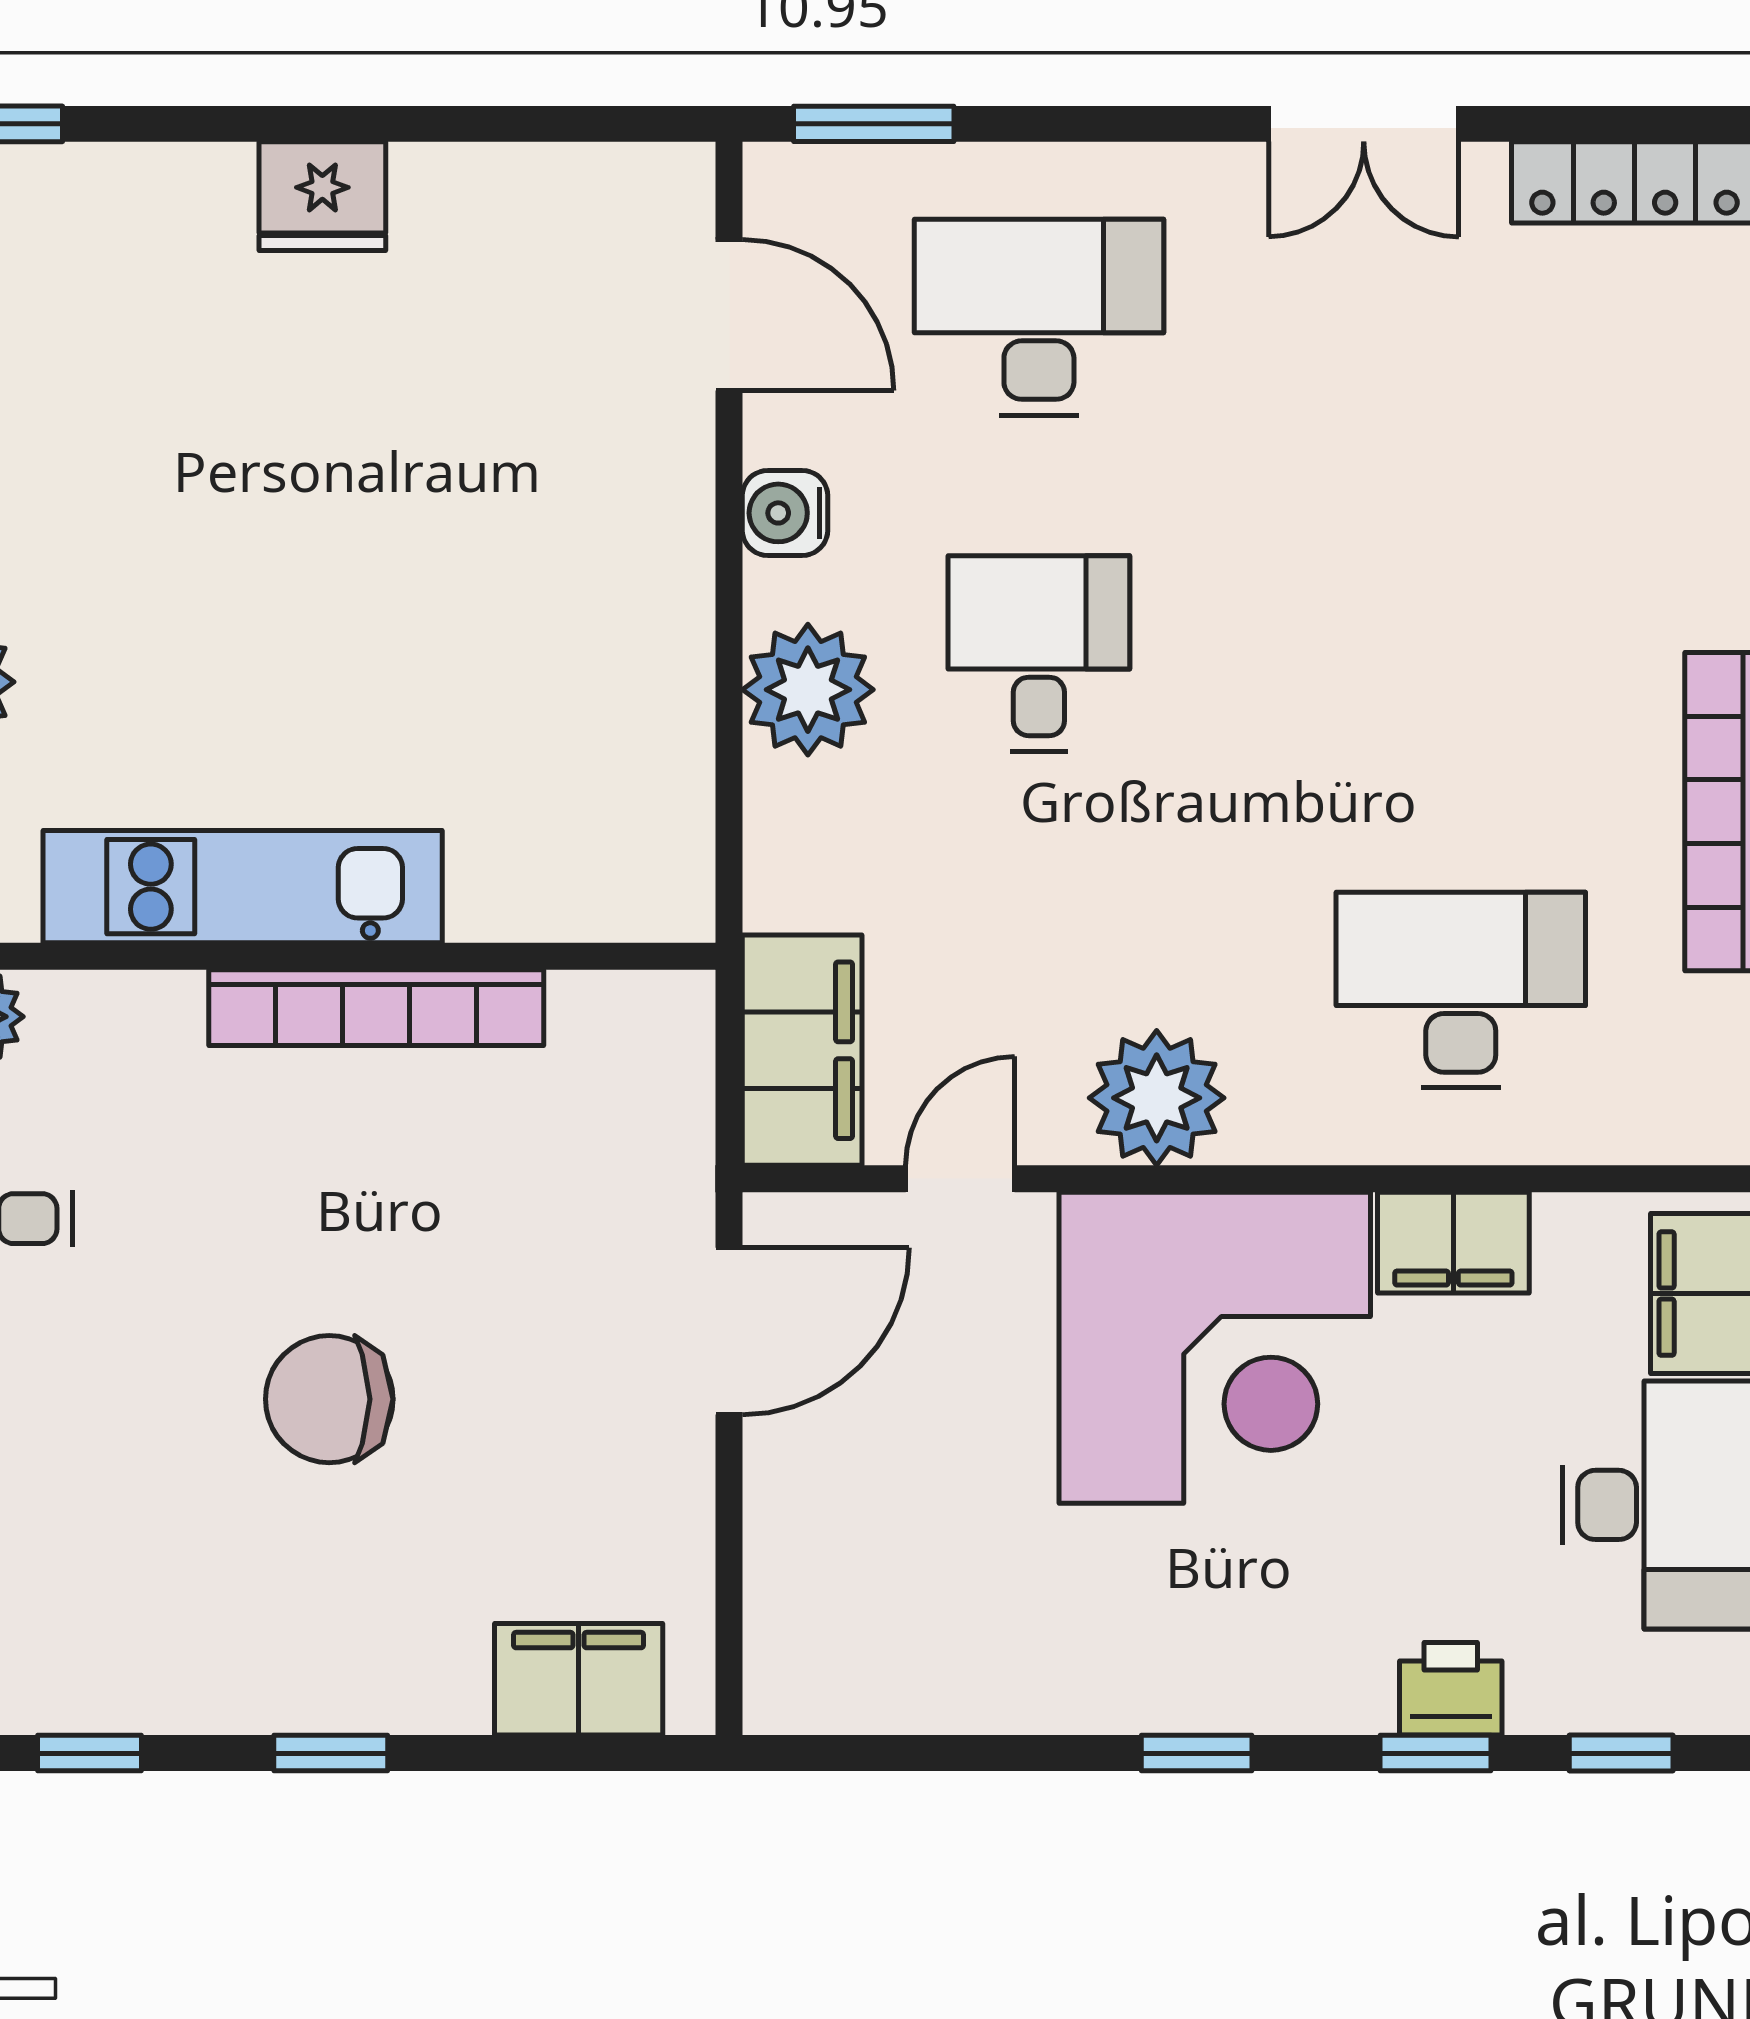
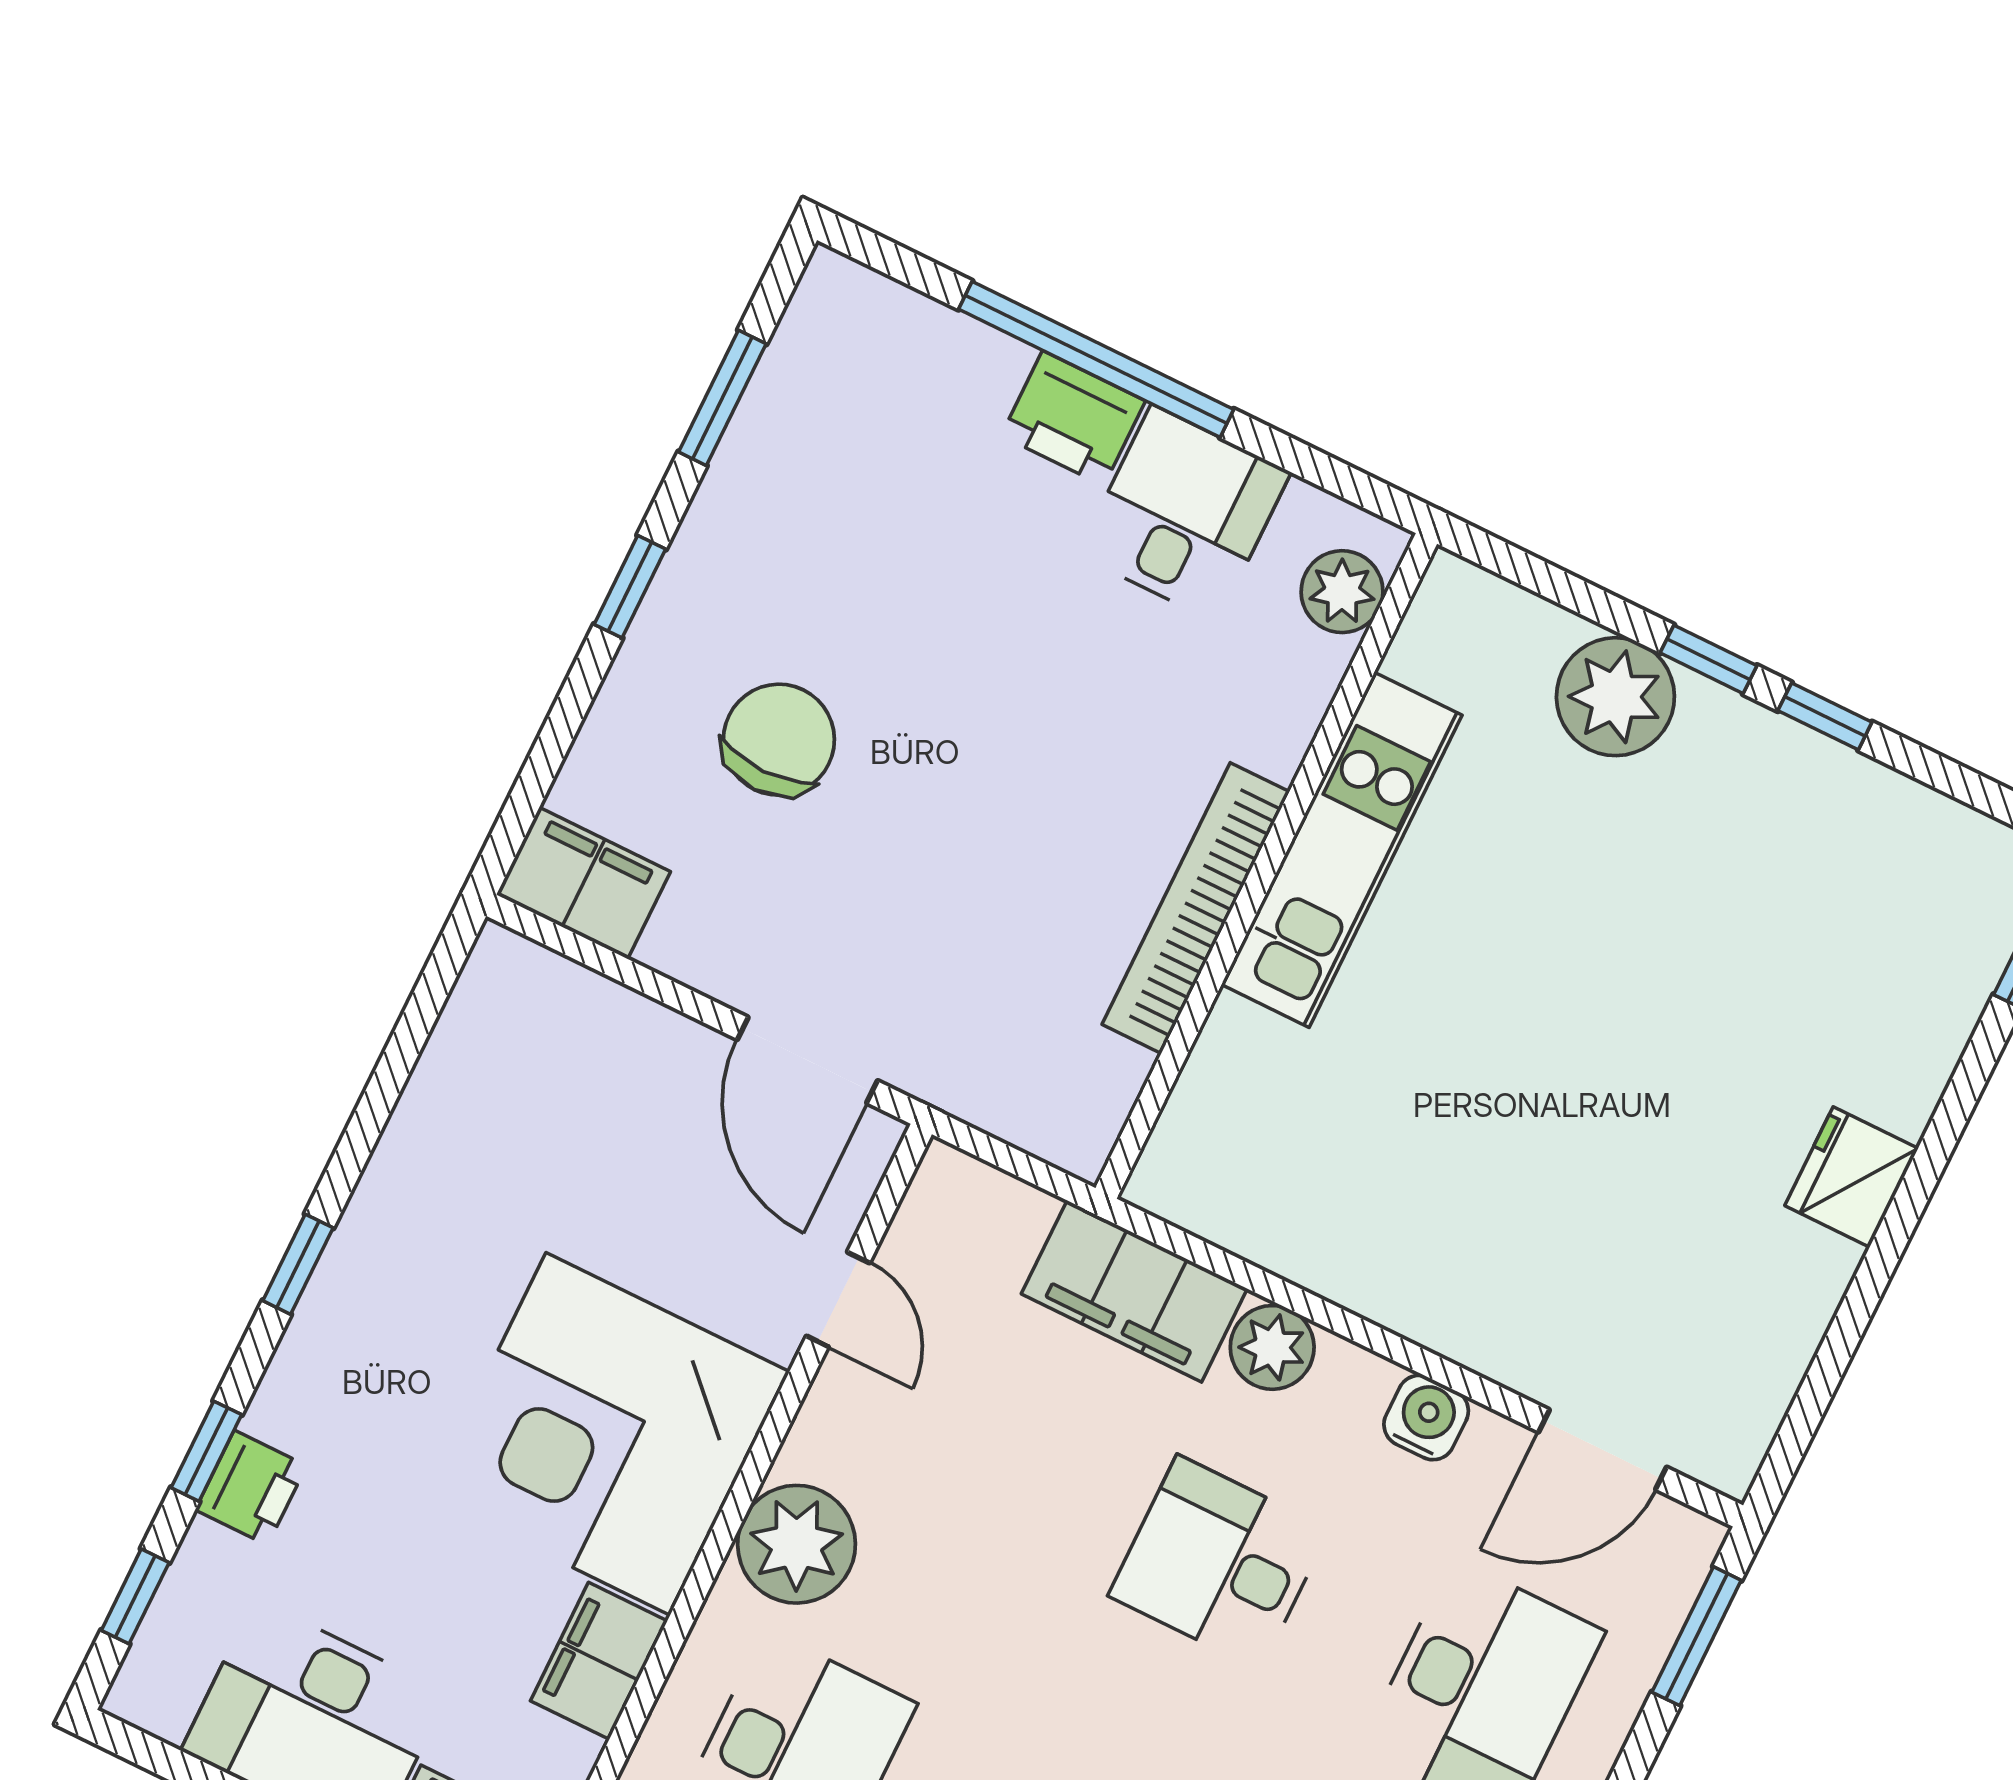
desk: (1039, 654) -> (1219, 1562), turned 180
plant: (808, 690) -> (1272, 1347), width x0.73, depth x0.73
filing cabinet: (802, 1050) -> (1134, 1291), moved
plant: (1157, 1098) -> (797, 1544), moved
chair: (329, 1399) -> (779, 740), moved
filing cabinet: (579, 1679) -> (583, 883), moved, turned -90
window: (90, 1753) -> (722, 398), width x1.50

